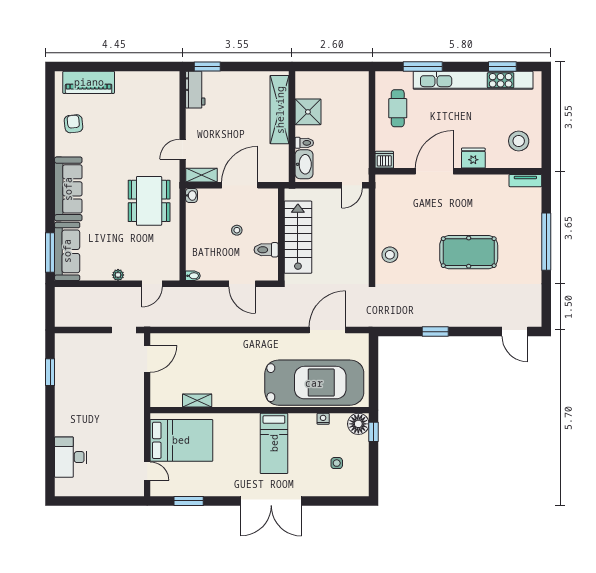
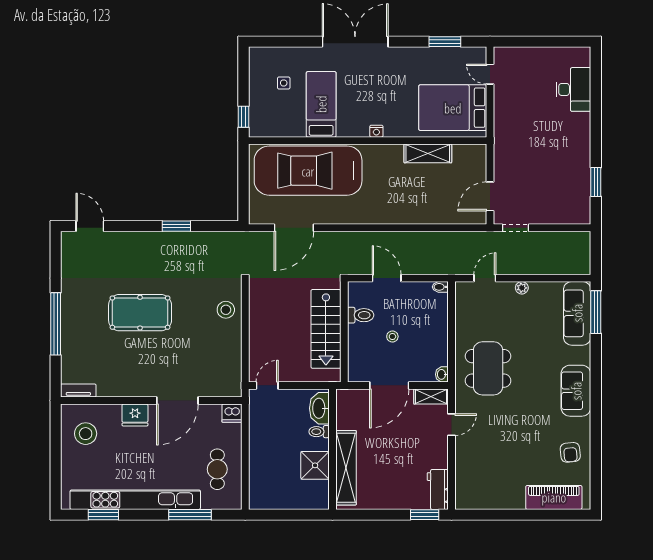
sofa: (68, 189) -> (576, 391), width x0.73
shelving: (197, 400) -> (428, 153), width x1.50, depth x1.33
nightstand: (323, 419) -> (376, 131), moved
floor lamp: (358, 424) -> (260, 126), removed
bed: (274, 443) -> (321, 104), moved

